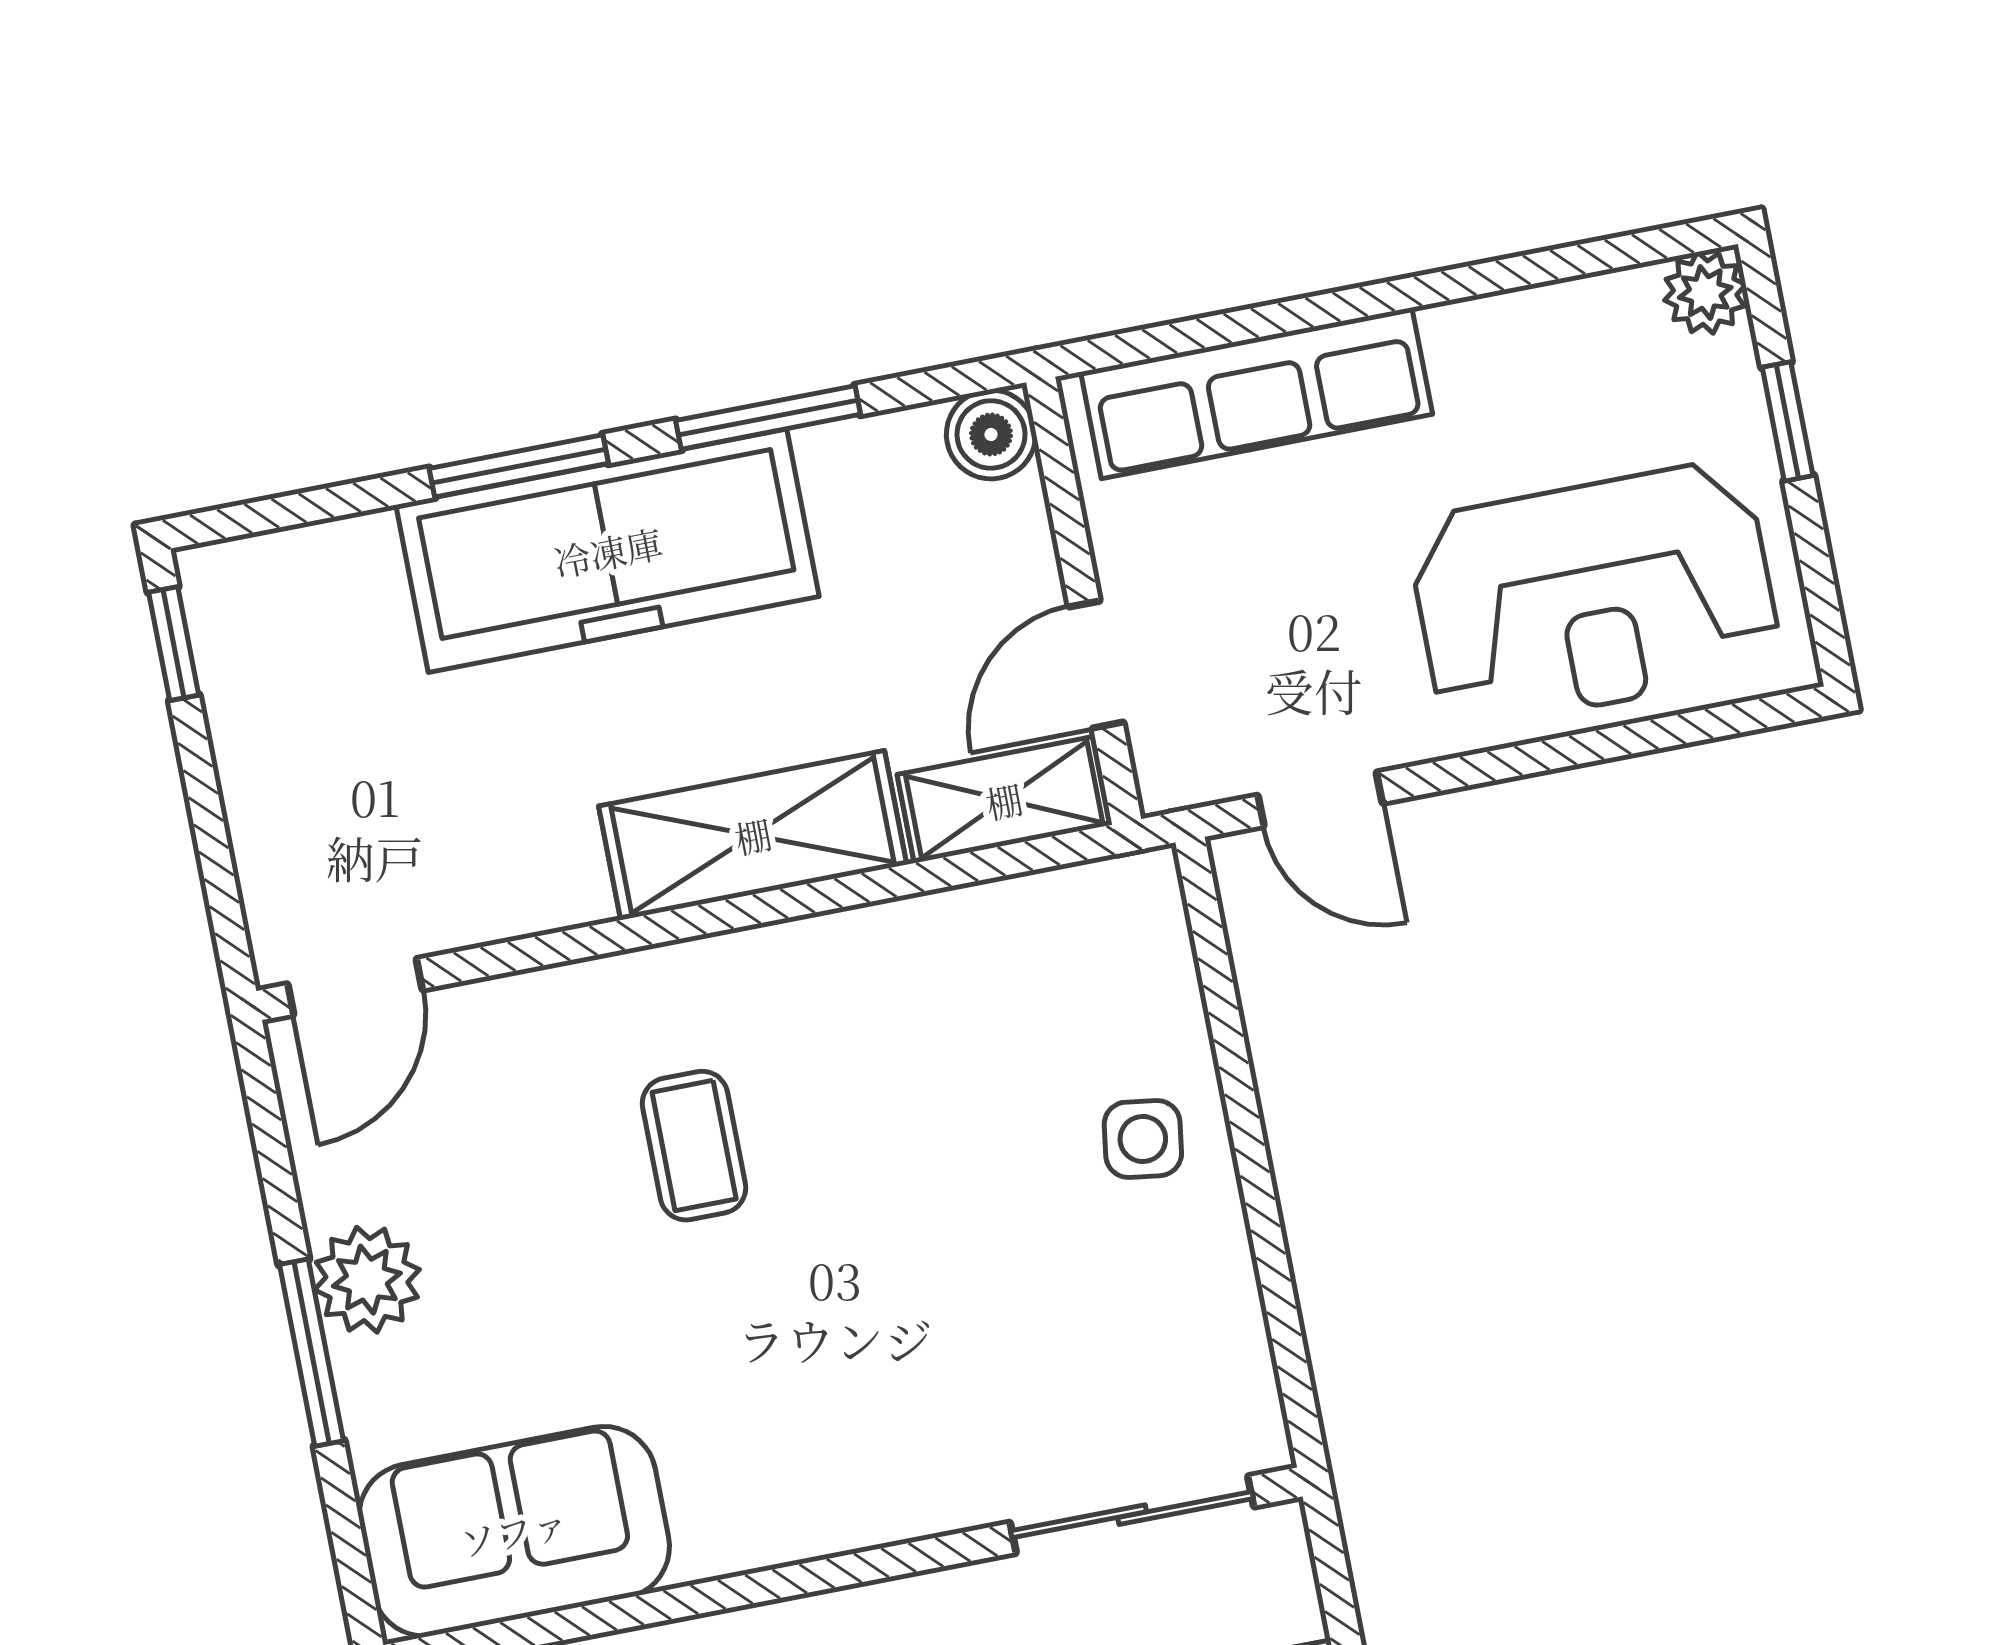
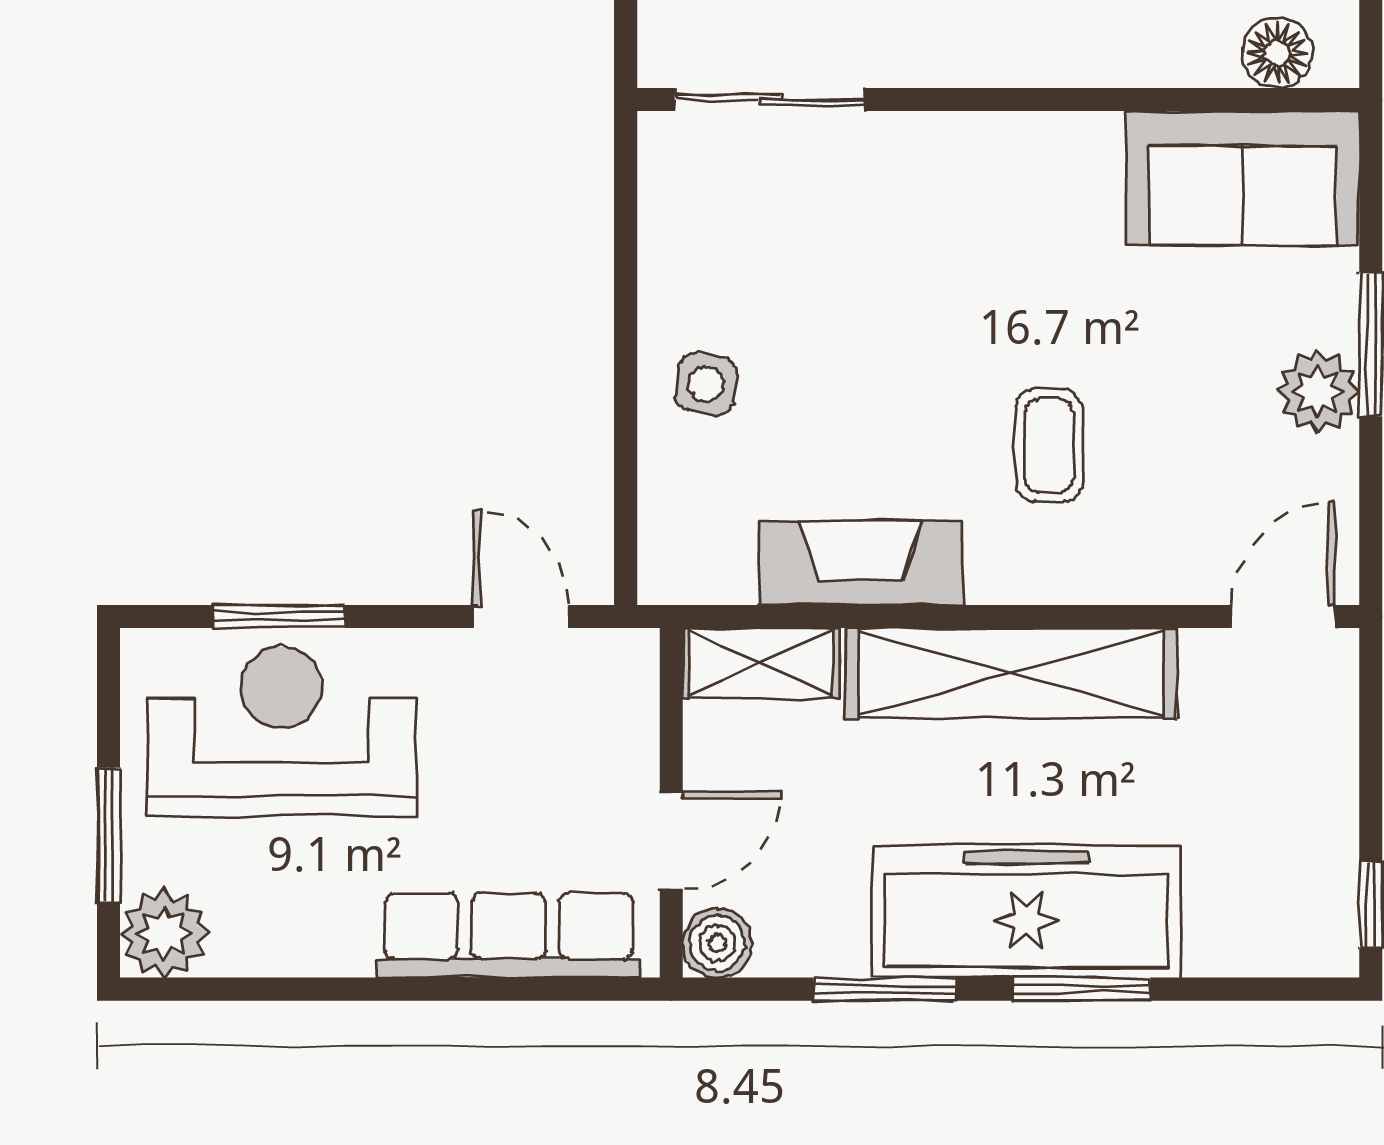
plant: (1705, 293) -> (164, 933), width x1.38, depth x1.38
window: (1788, 421) -> (109, 835), width x1.50
door: (1096, 665) -> (671, 841), moved
window: (1626, 740) -> (279, 617), added
shelving: (753, 835) -> (1011, 673), width x1.47
fireplace: (903, 950) -> (861, 563), added

